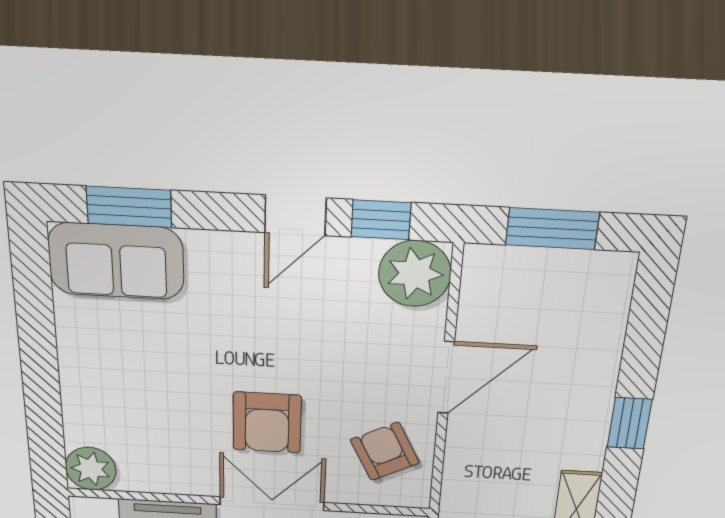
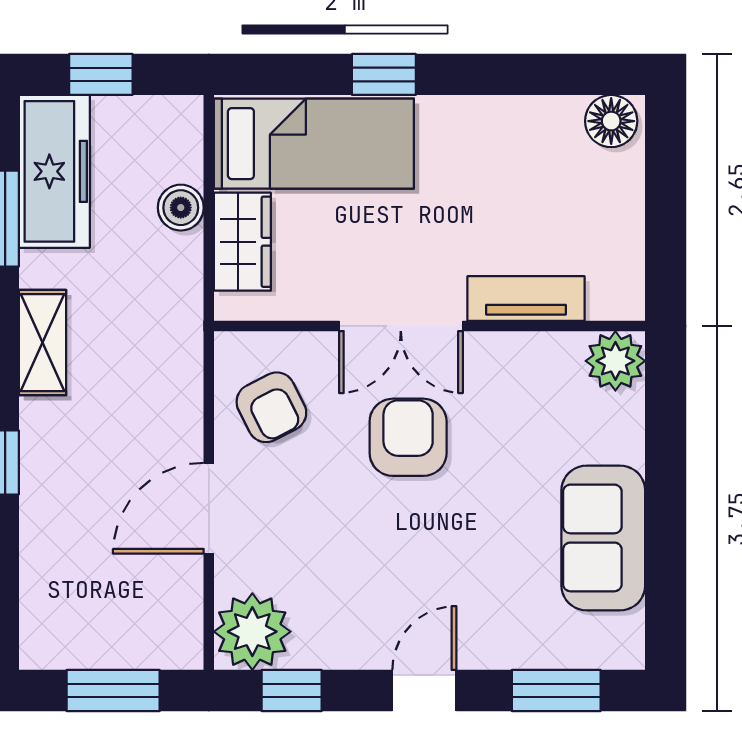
door: (295, 215) -> (424, 690), moved
sofa: (116, 261) -> (603, 538), moved, turned -90

